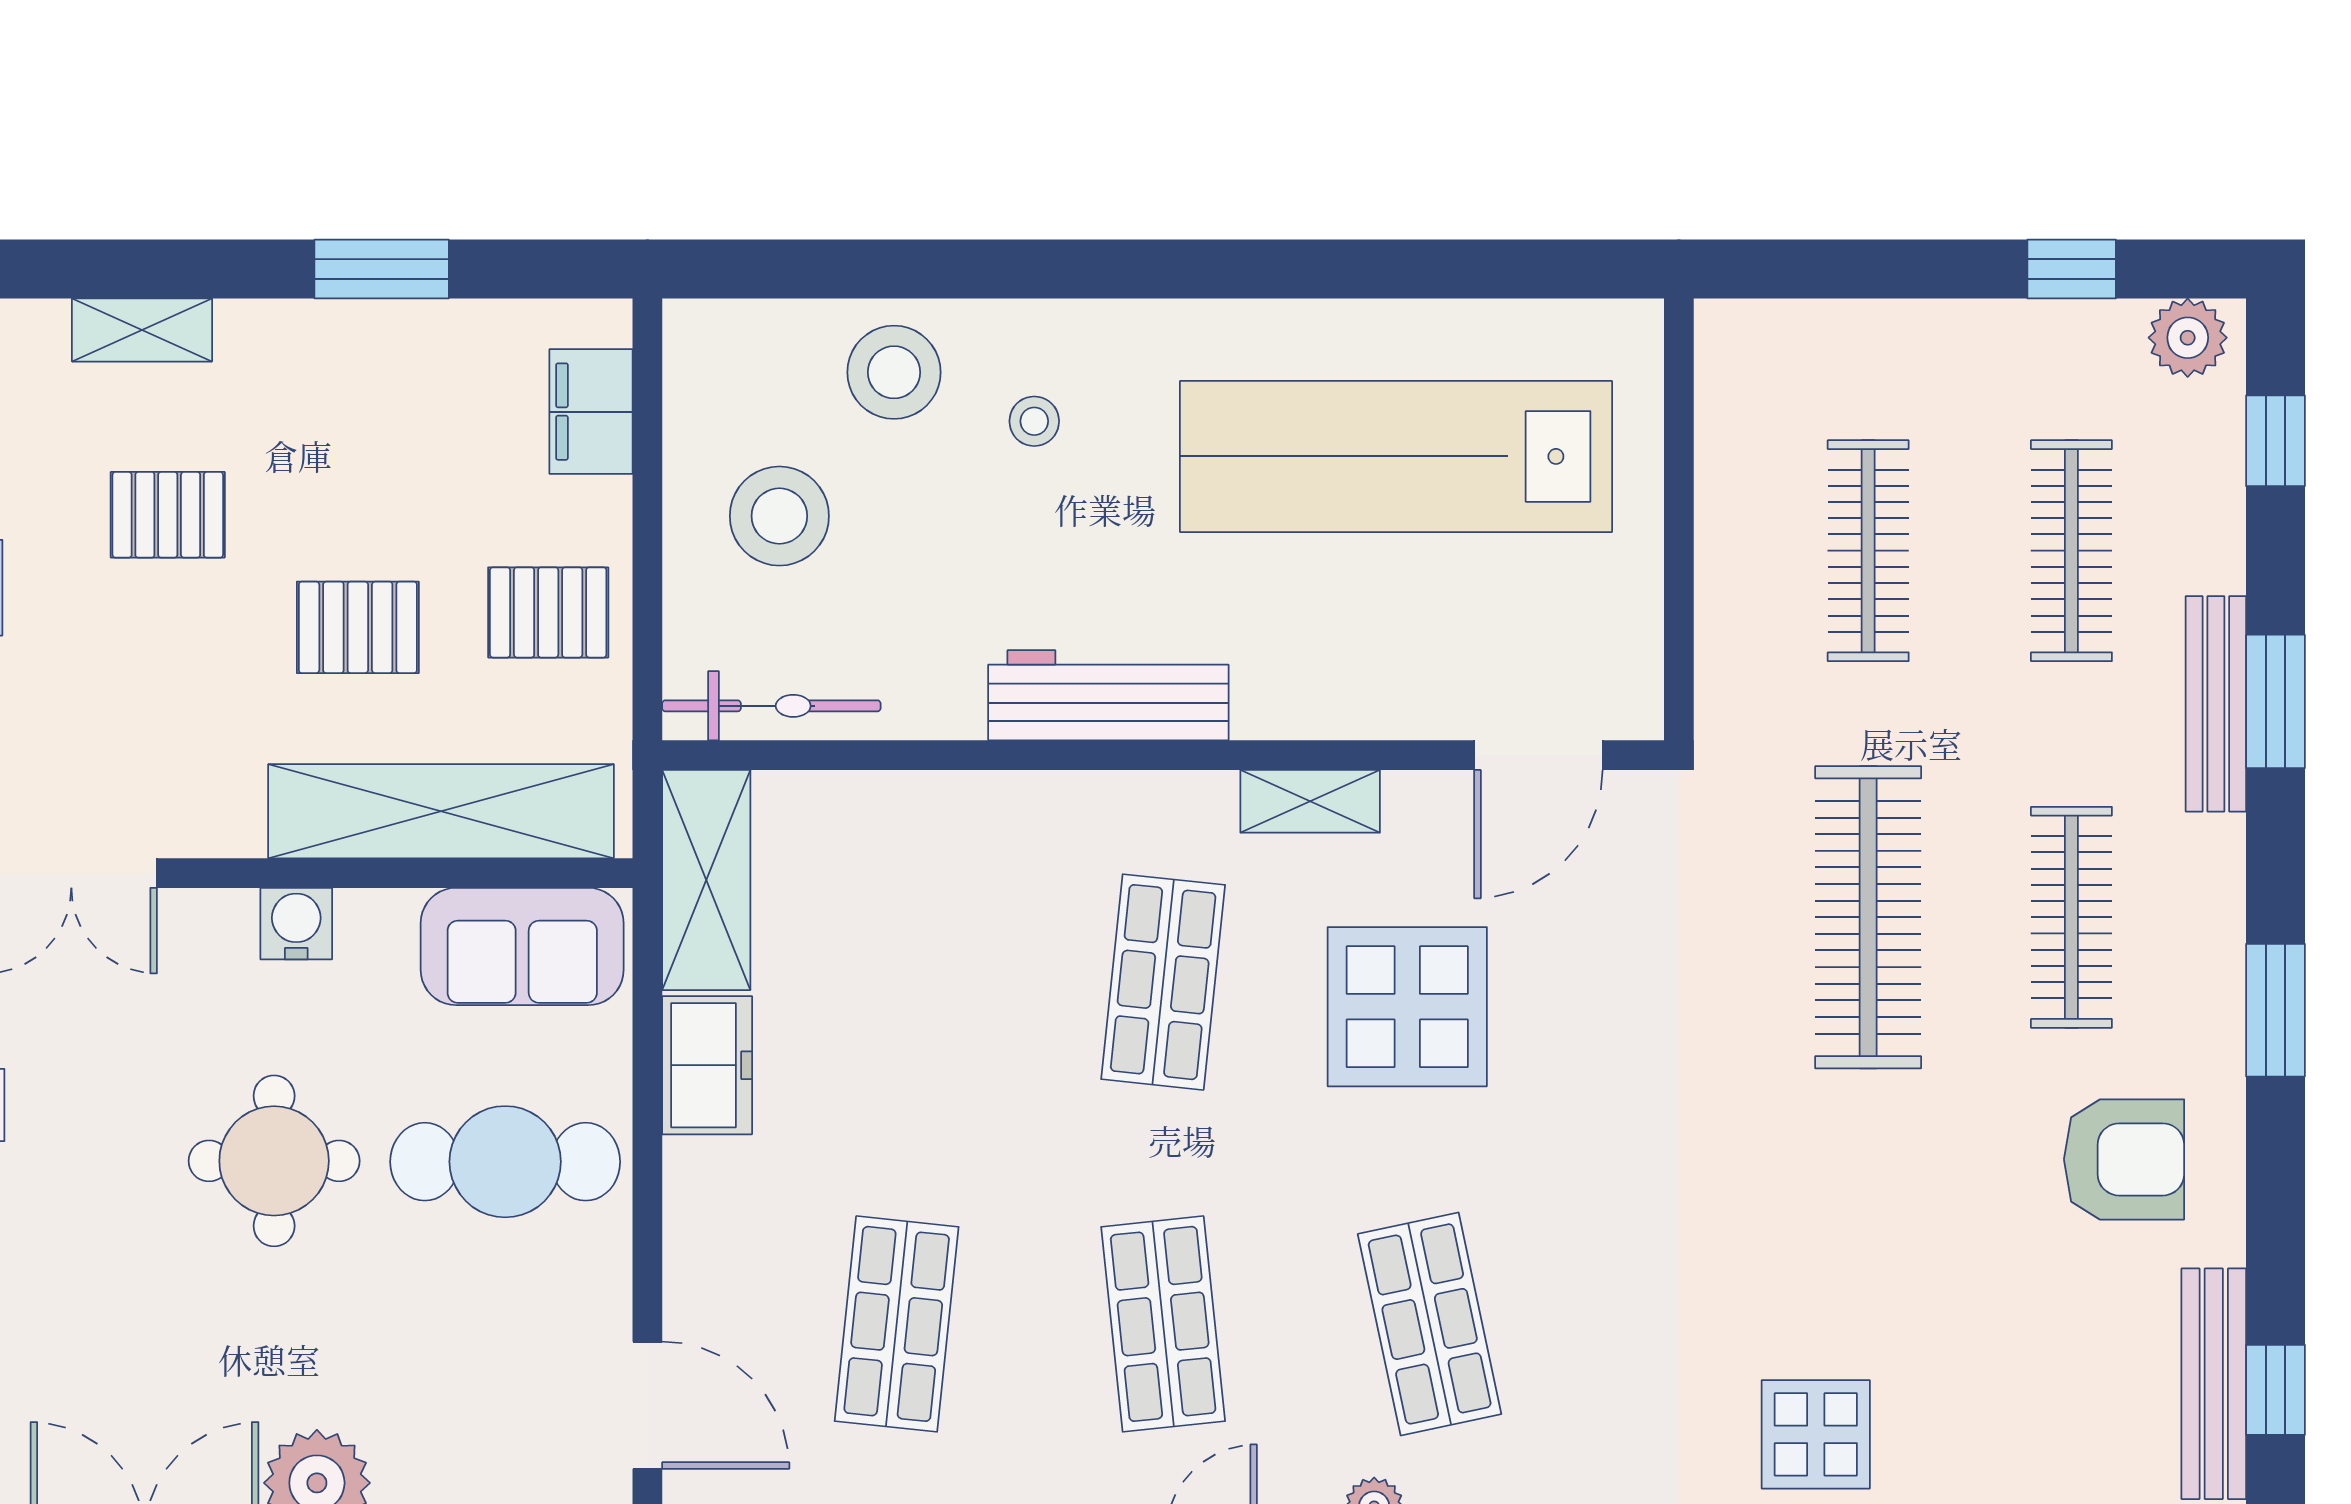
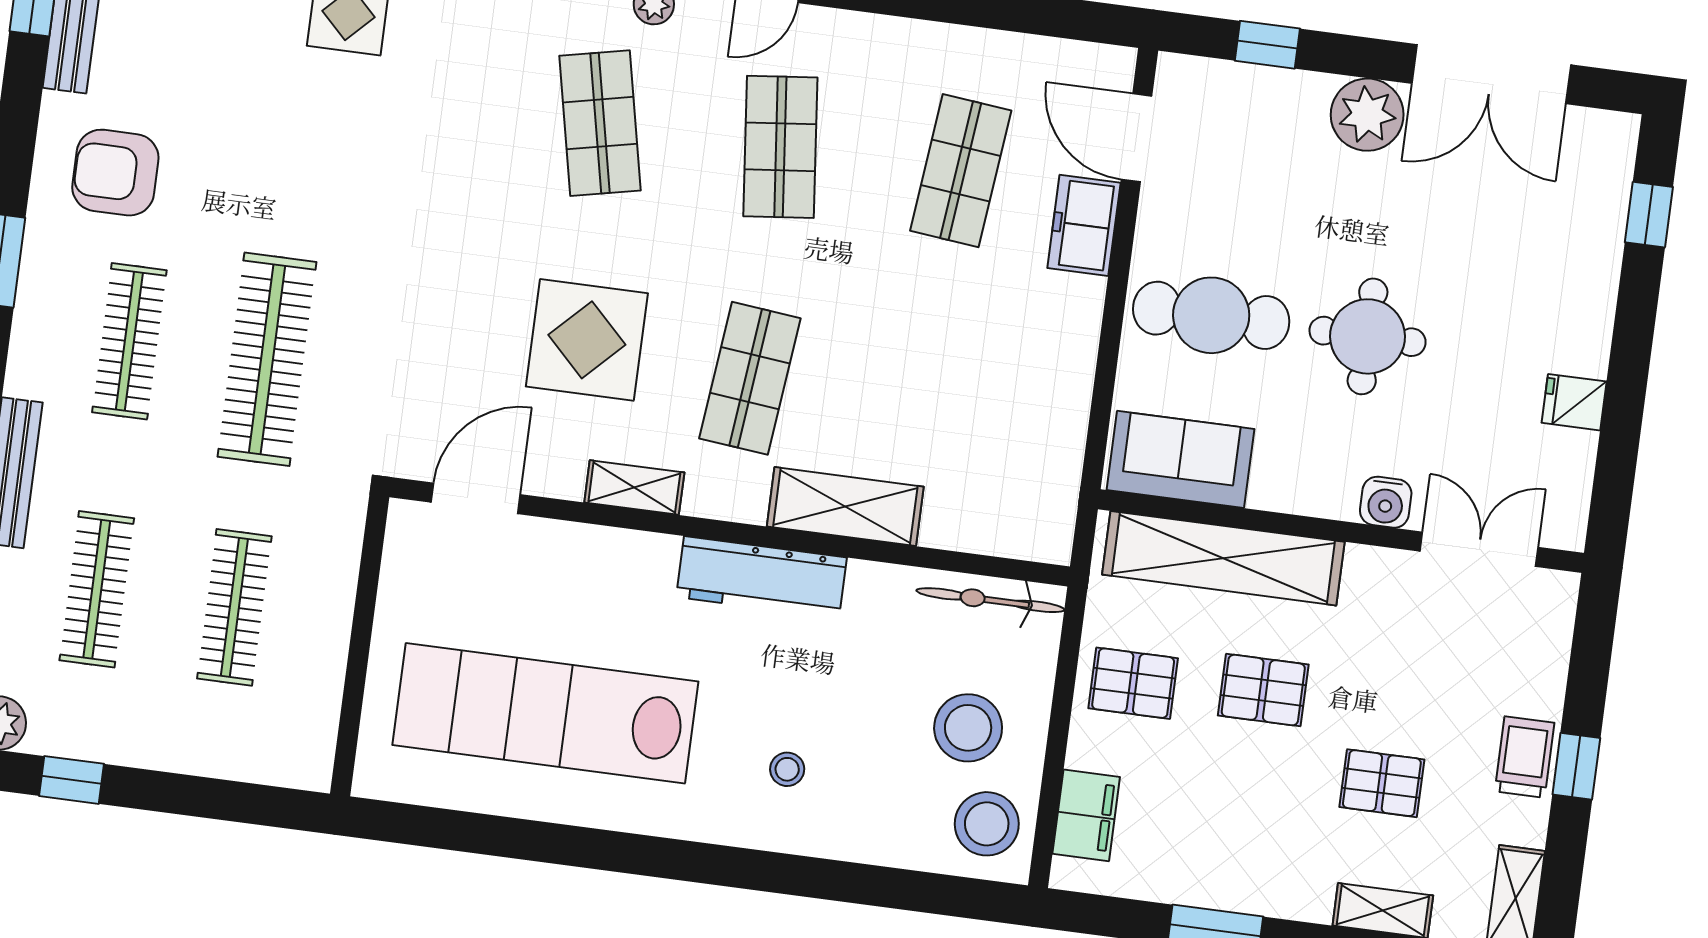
stool: (894, 372) -> (987, 824), moved
lab bench: (1396, 456) -> (545, 713), turned 180
shelving: (706, 880) -> (845, 507), moved, turned 90
water cooler: (296, 924) -> (1386, 502), moved
freezer: (707, 1065) -> (1084, 225), moved

